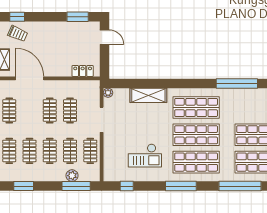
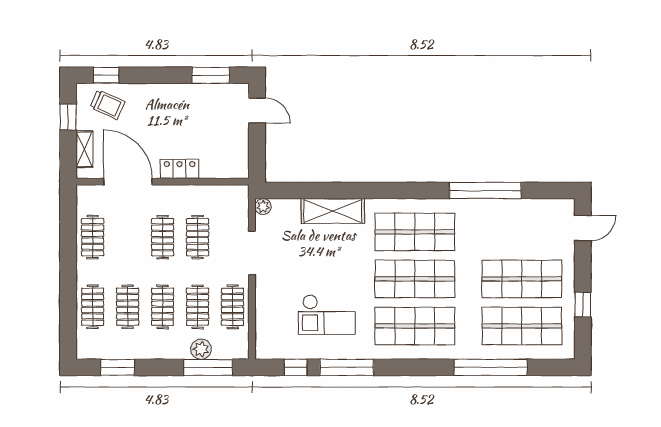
locker: (83, 71) -> (180, 169), moved
window: (181, 186) -> (347, 367), moved

